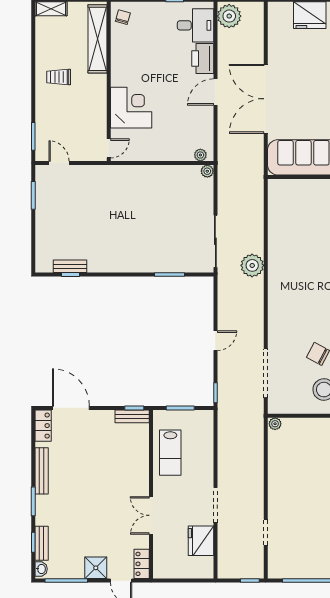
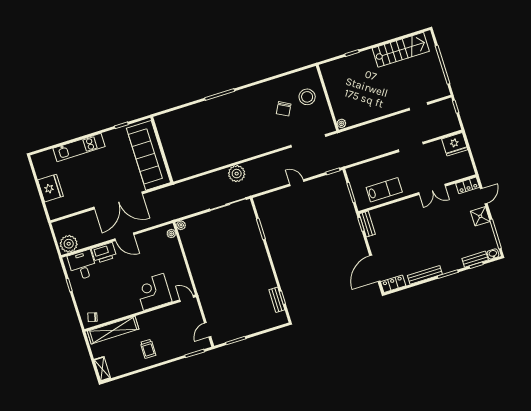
fridge: (201, 541) -> (455, 144), moved

